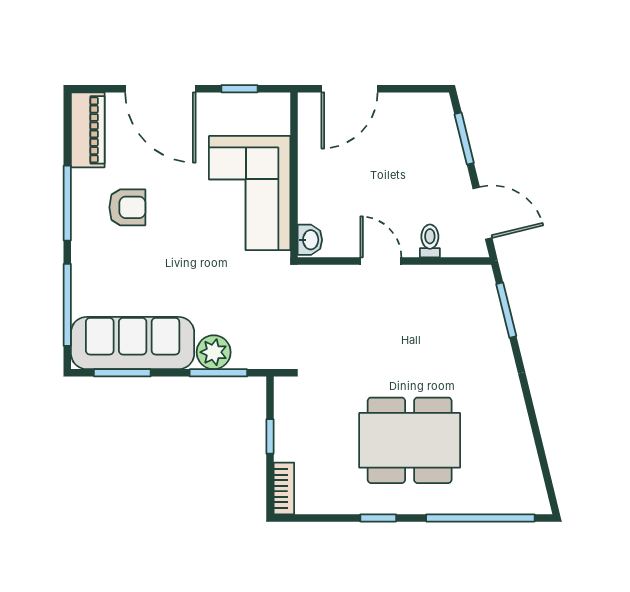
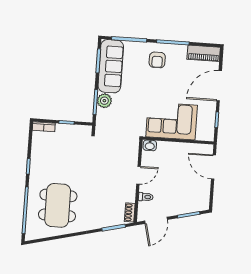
armchair: (127, 207) -> (157, 60), moved
shoe rack: (468, 275) -> (130, 212), added
dining table: (410, 440) -> (58, 205), moved

